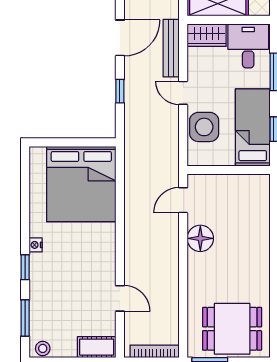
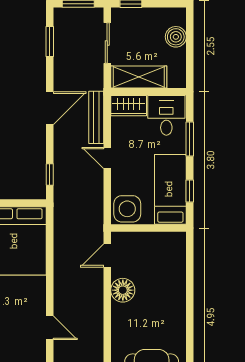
window: (120, 91) -> (50, 174), moved
side table: (204, 127) -> (127, 209), moved
door: (120, 298) -> (50, 328), moved

